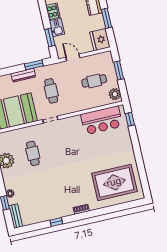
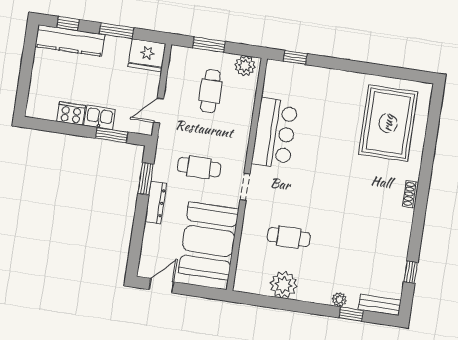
bar counter: (102, 120) -> (275, 133), moved
window: (56, 222) -> (411, 272), moved

